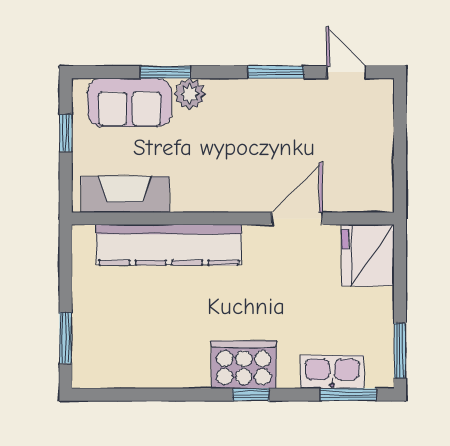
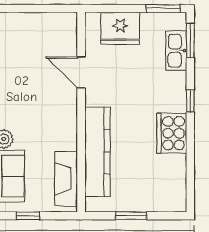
fridge: (368, 255) -> (120, 28), moved
window: (66, 338) -> (131, 216), moved
cooker: (244, 365) -> (172, 133), moved

